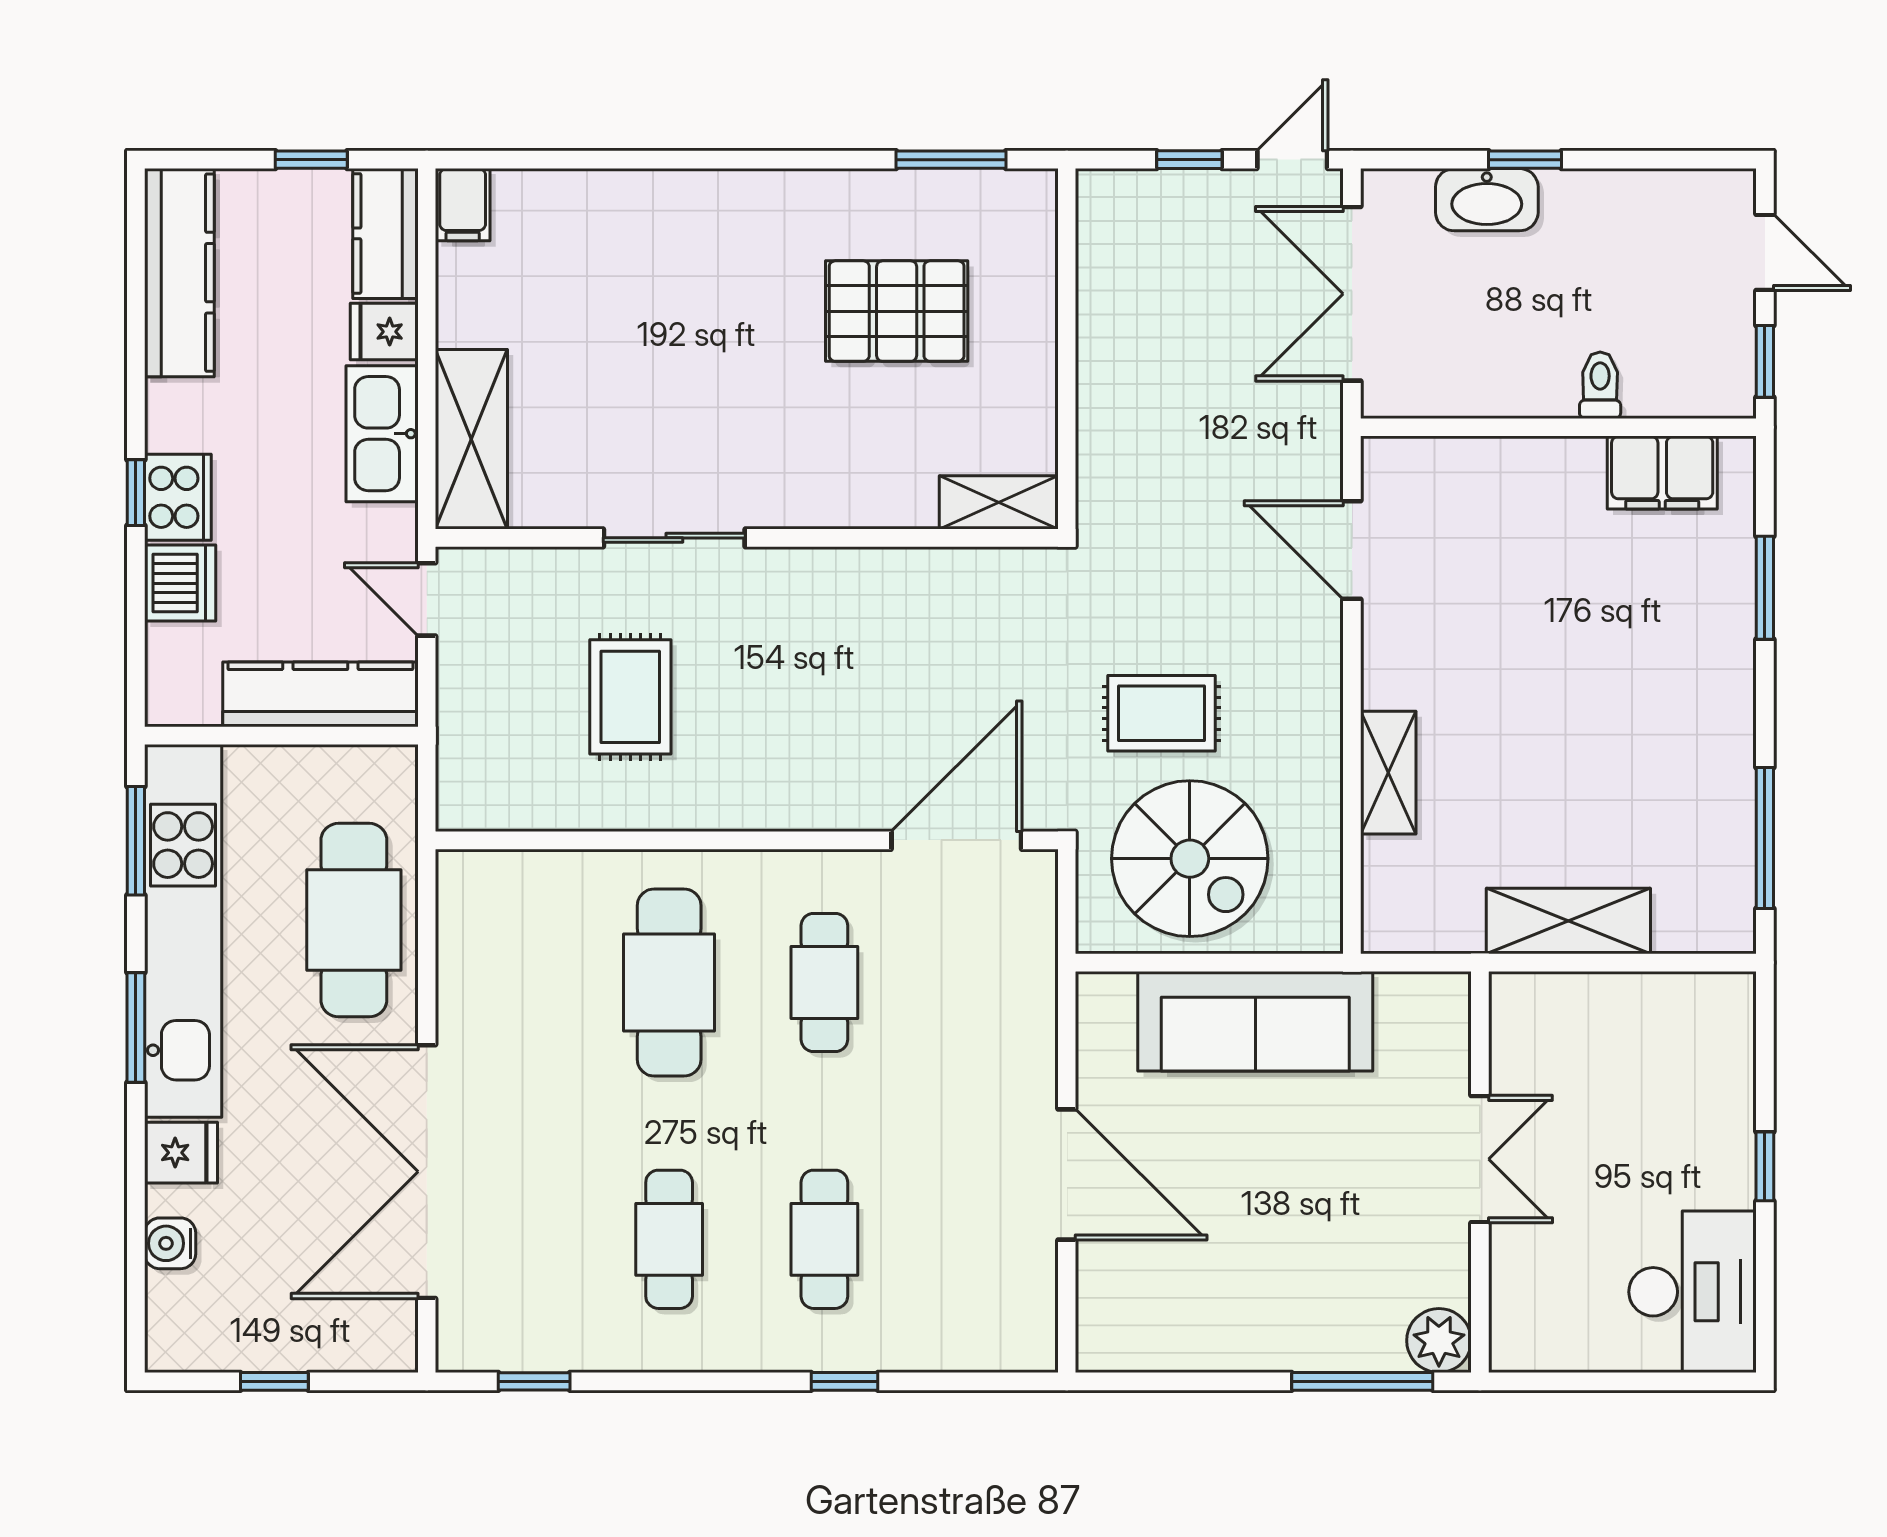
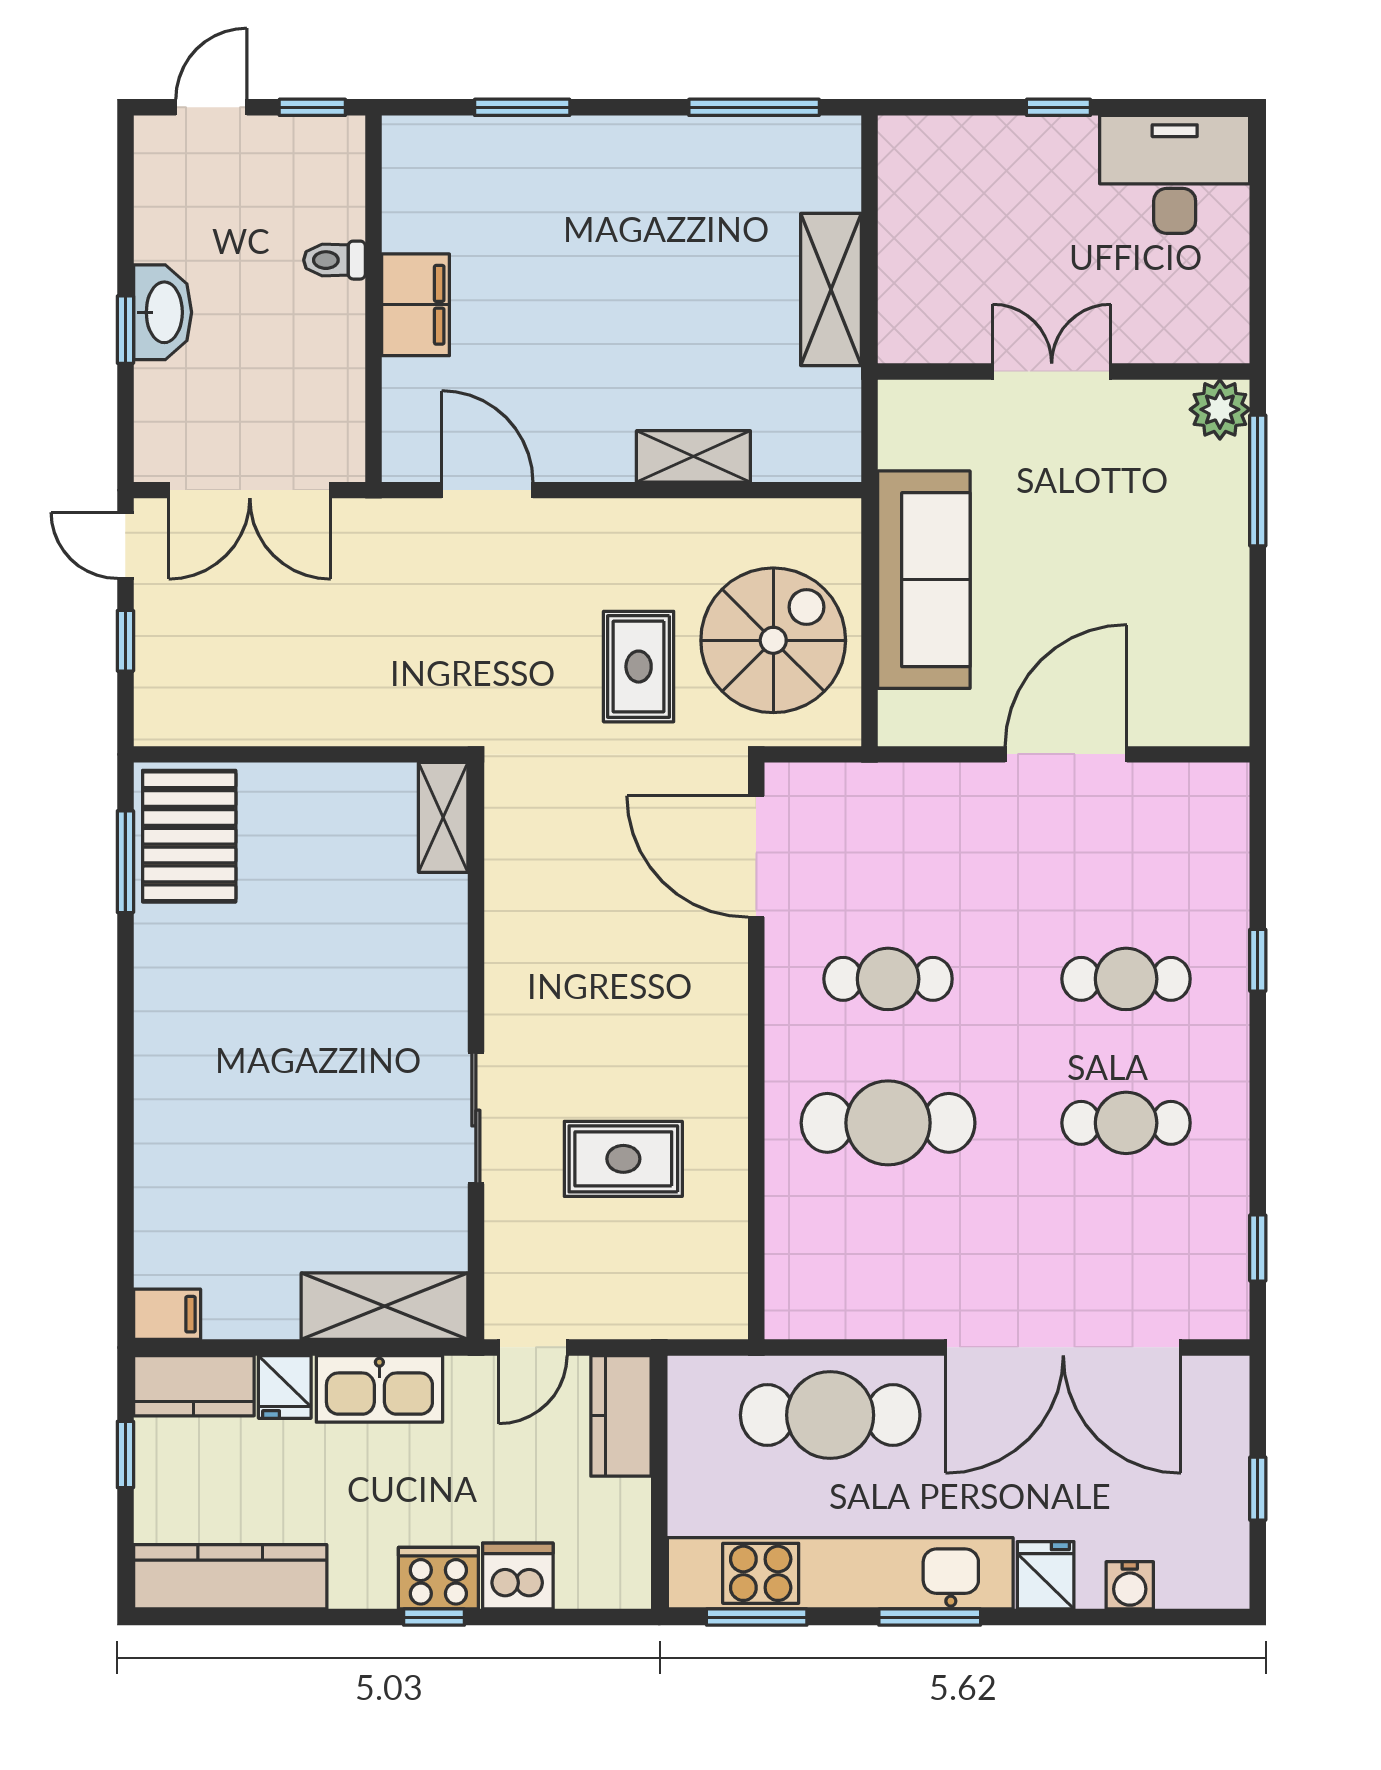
washbasin: (1487, 200) -> (163, 312), moved
pallet: (897, 311) -> (189, 836), moved
filing cabinet: (1662, 473) -> (415, 305), moved
door: (1352, 550) -> (487, 490), swing flipped
kitchen counter: (320, 694) -> (621, 1416), width x0.67

